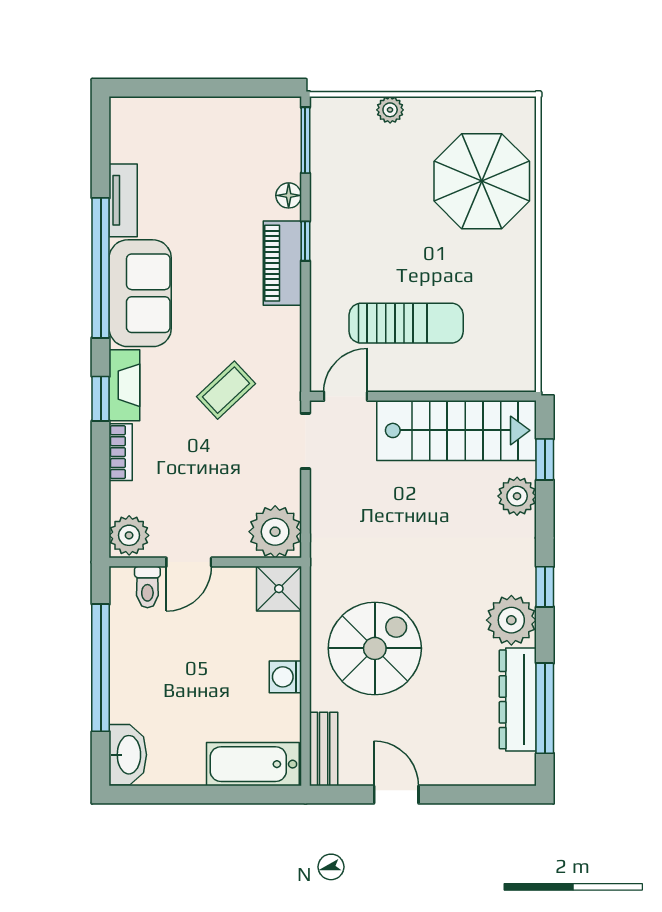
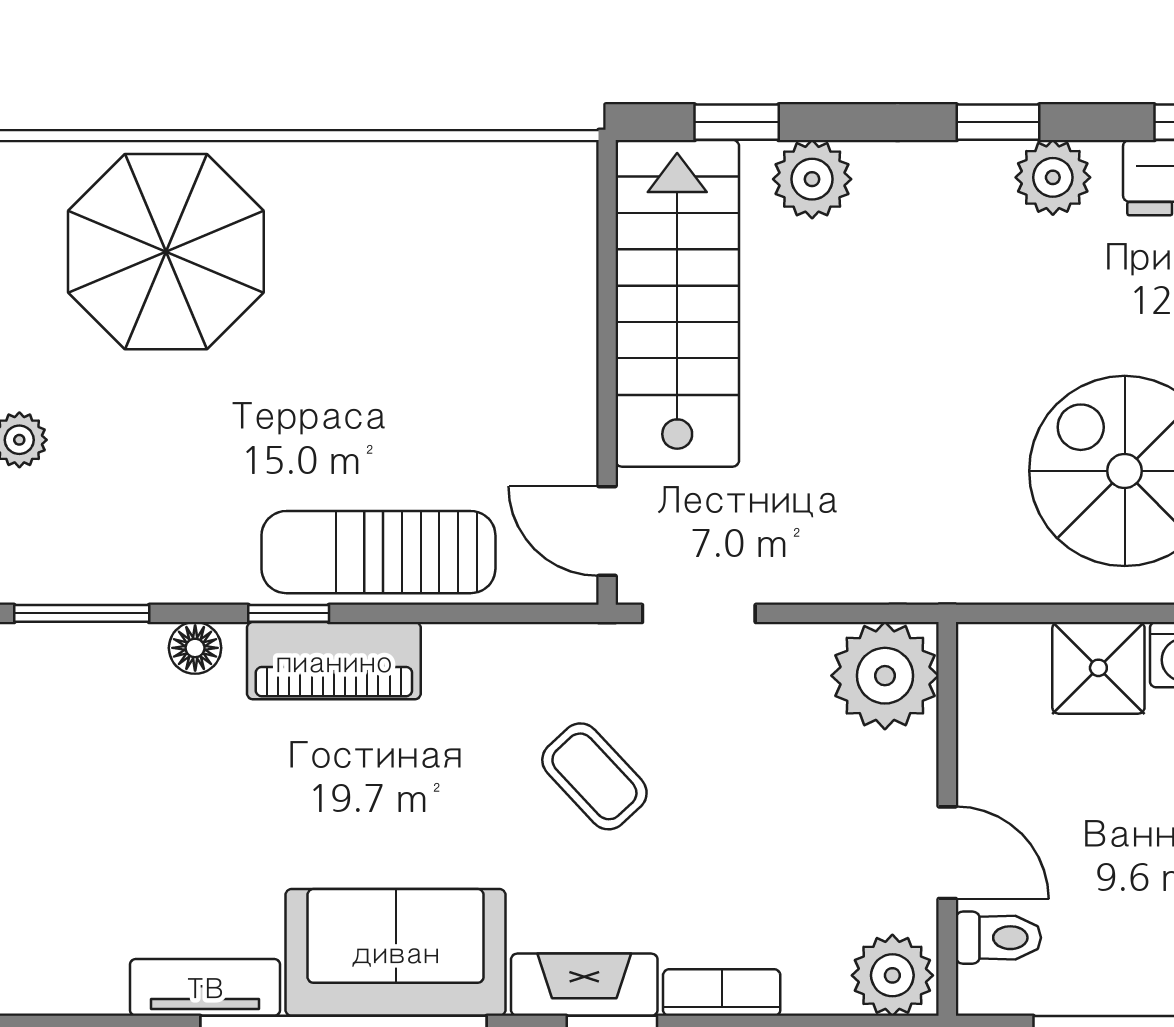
sun lounger: (406, 323) -> (378, 552), moved, turned -90
shower: (279, 589) -> (1098, 668), moved
plant: (511, 620) -> (1053, 177), width x0.73, depth x0.73

